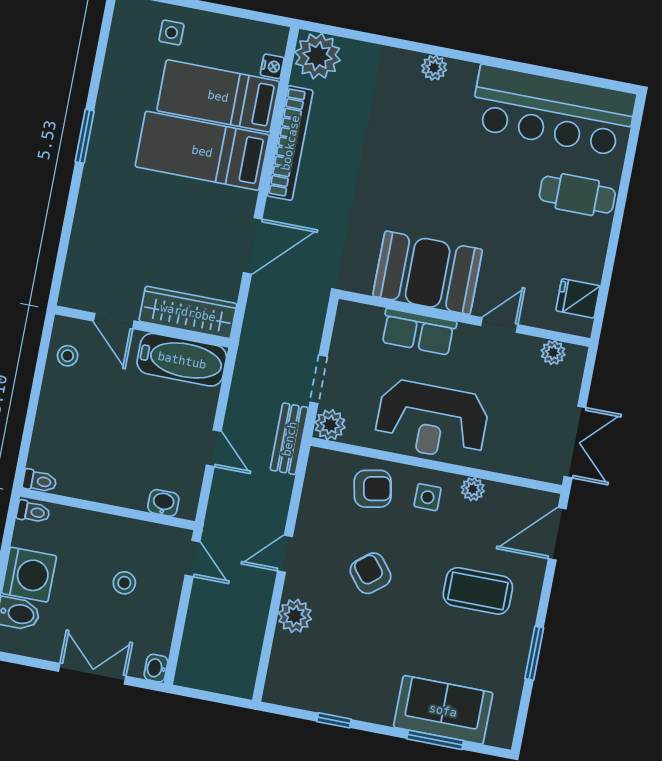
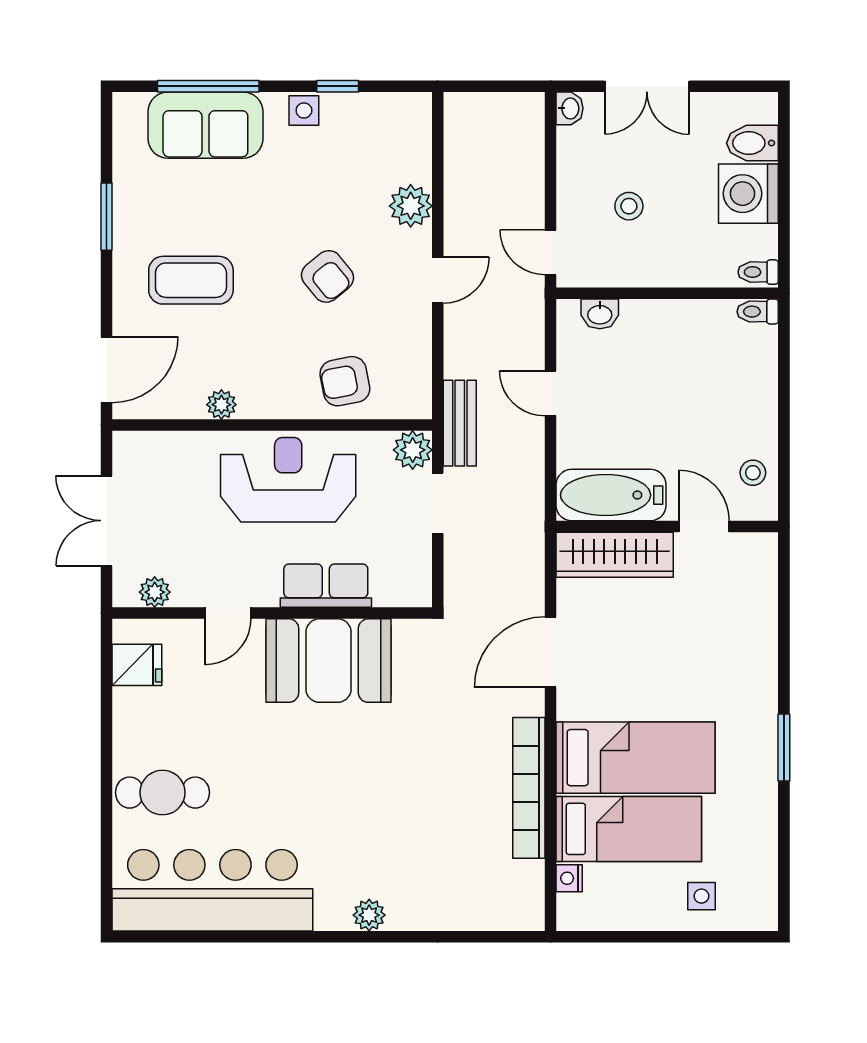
plant: (318, 56) -> (516, 902), removed
double door: (575, 442) -> (107, 521), moved
side table: (428, 497) -> (304, 110), moved
window: (435, 740) -> (208, 86), width x1.44

